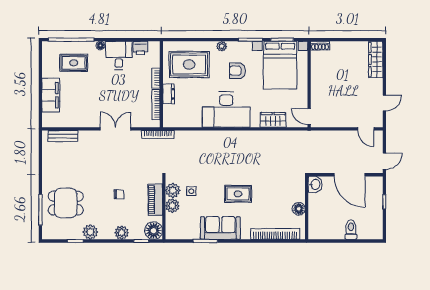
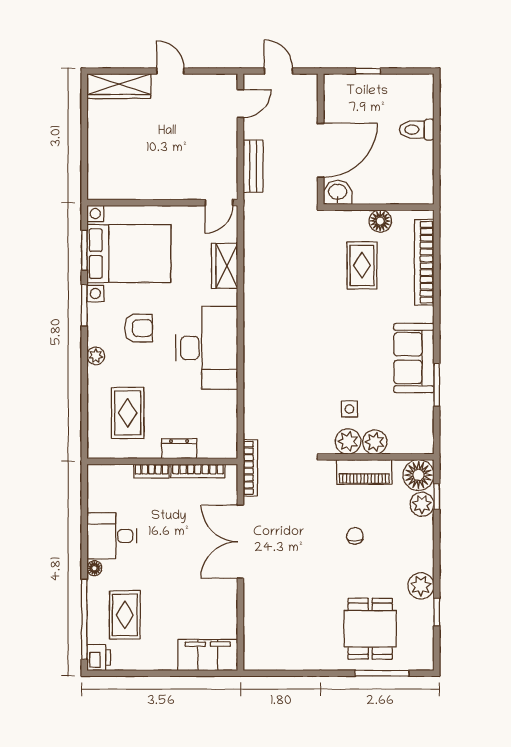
shoe rack: (320, 46) -> (95, 184), removed
printer: (140, 48) -> (99, 658), moved
rug: (189, 64) -> (128, 413), width x0.73, depth x0.70
armchair: (238, 71) -> (139, 328), turned -90
filing cabinet: (51, 95) -> (208, 655), moved
door: (384, 103) -> (170, 71), moved
double door: (116, 129) -> (240, 542), width x1.37
bench: (63, 136) -> (253, 166), moved
door: (384, 161) -> (278, 71), moved
door: (350, 175) -> (321, 150), moved
rug: (238, 194) -> (362, 265), moved
plant: (122, 233) -> (422, 504), moved

